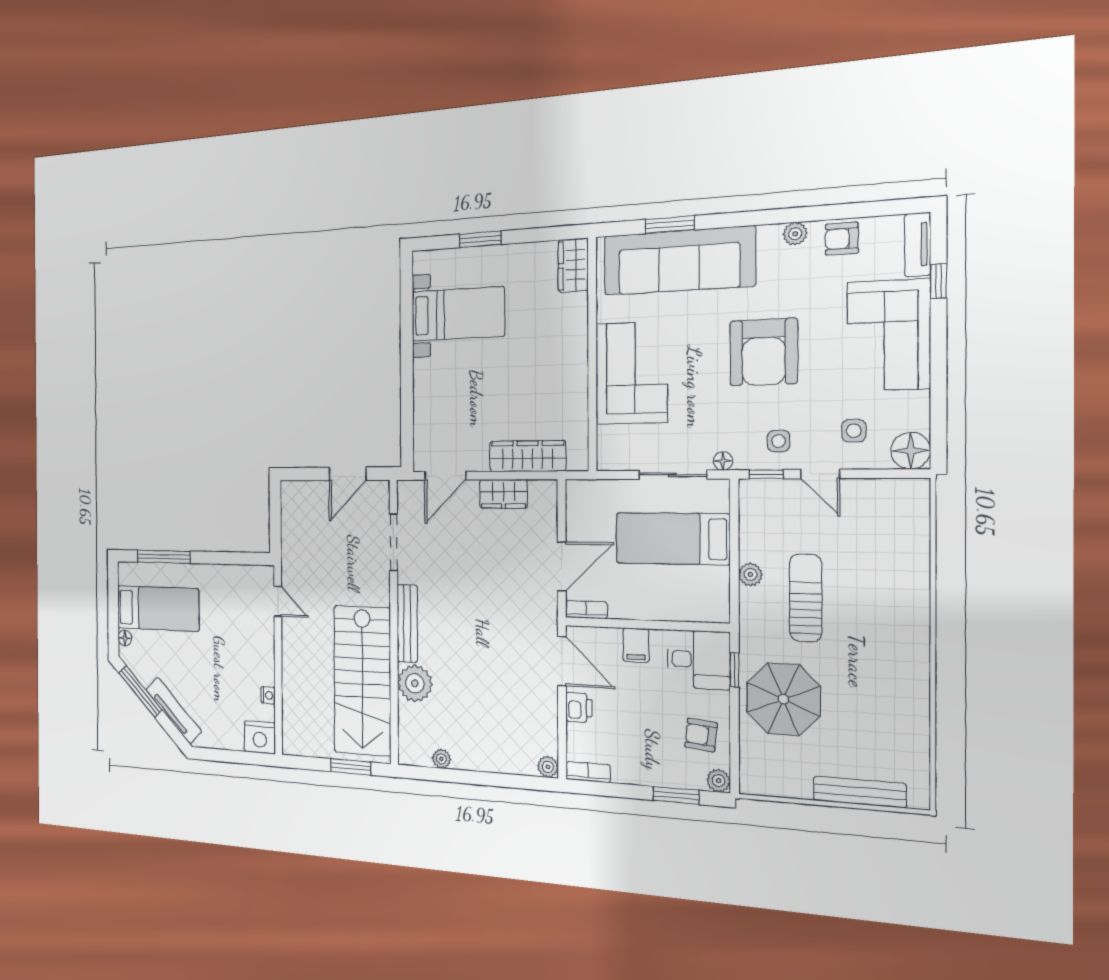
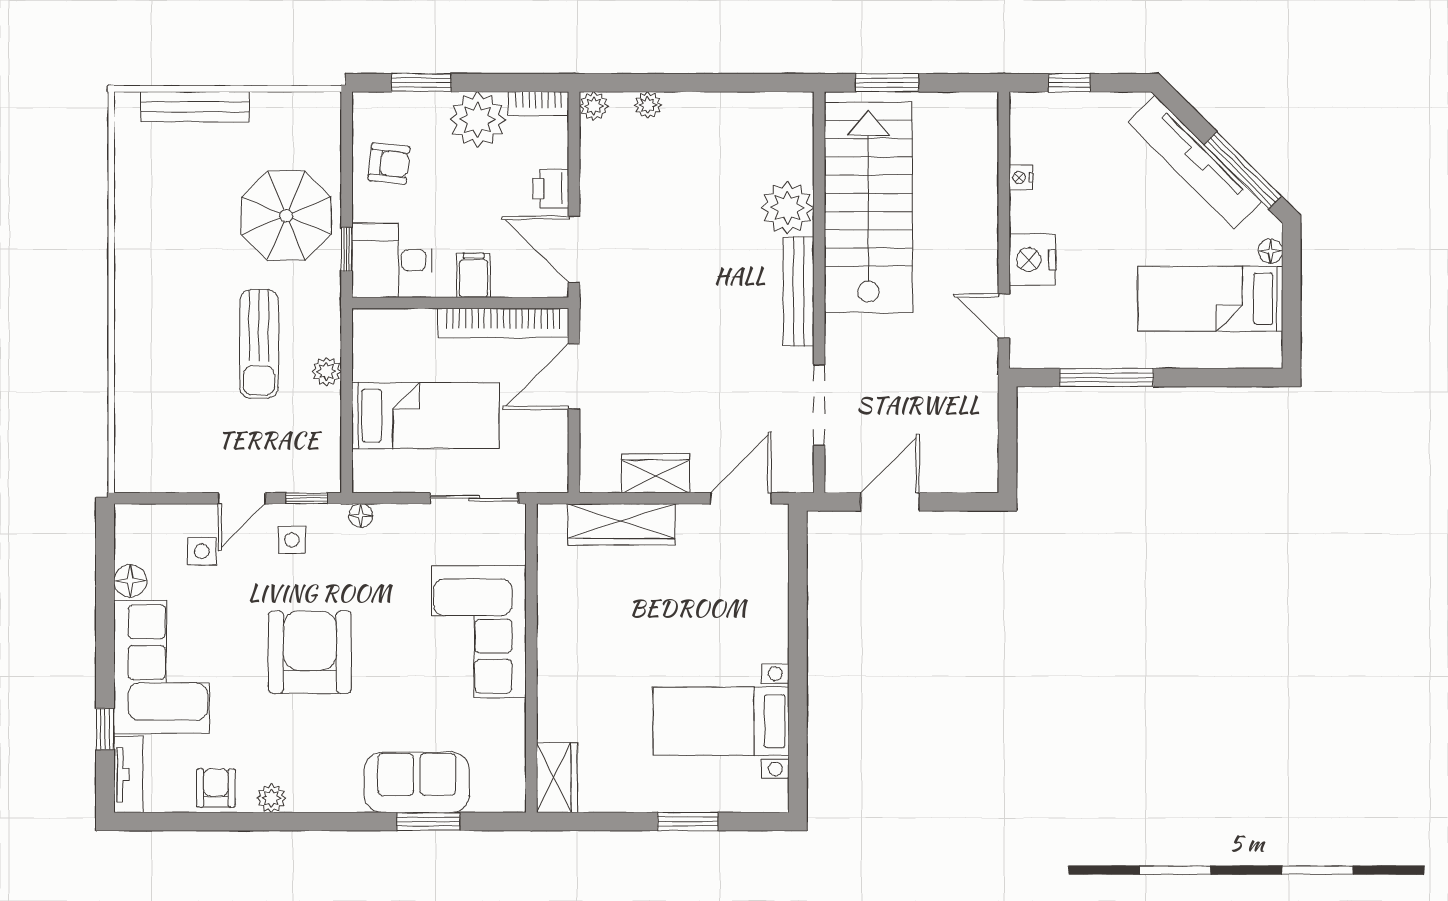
armchair: (842, 239) -> (216, 788), turned -90
sofa: (679, 261) -> (417, 782), width x0.54, depth x0.79
floor lamp: (911, 451) -> (130, 581), moved, width x0.73, depth x0.73
door: (820, 474) -> (242, 498), swing flipped
sliding door: (673, 475) -> (474, 498), moved
window: (164, 557) -> (1106, 378), moved
bookcase: (586, 610) -> (503, 323), width x2.31, depth x1.31
tv unit: (174, 710) -> (1194, 162), width x1.36, depth x1.29
nightstand: (260, 737) -> (1032, 260), moved, turned -90
window: (240, 757) -> (1069, 83), added
plant: (441, 759) -> (648, 105), moved
plant: (719, 781) -> (478, 120), moved, width x1.87, depth x1.87

